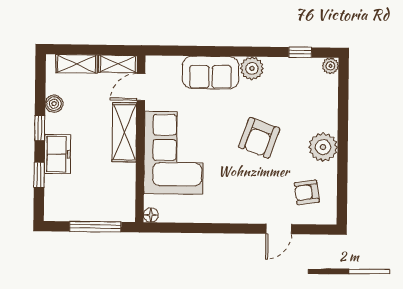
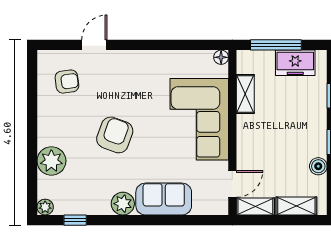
shelving: (124, 132) -> (245, 94), moved, width x0.67, depth x0.75
plant: (323, 147) -> (51, 161), moved
freezer: (57, 154) -> (295, 63), moved, turned -90

